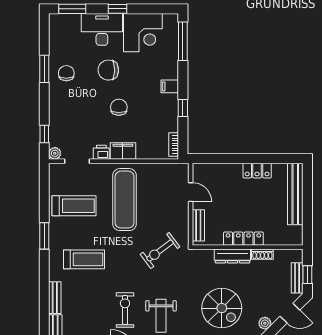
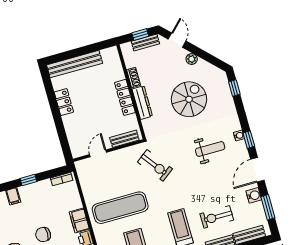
exercise bike: (125, 310) -> (217, 217), moved

